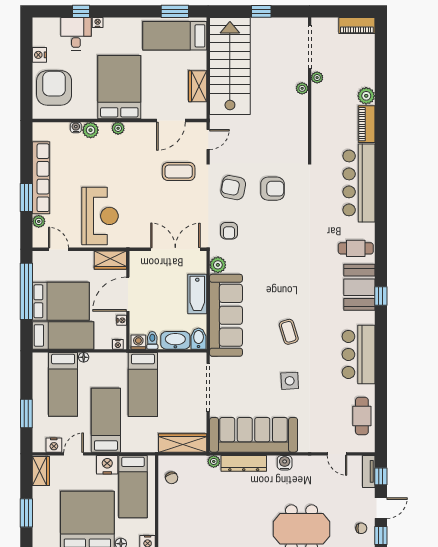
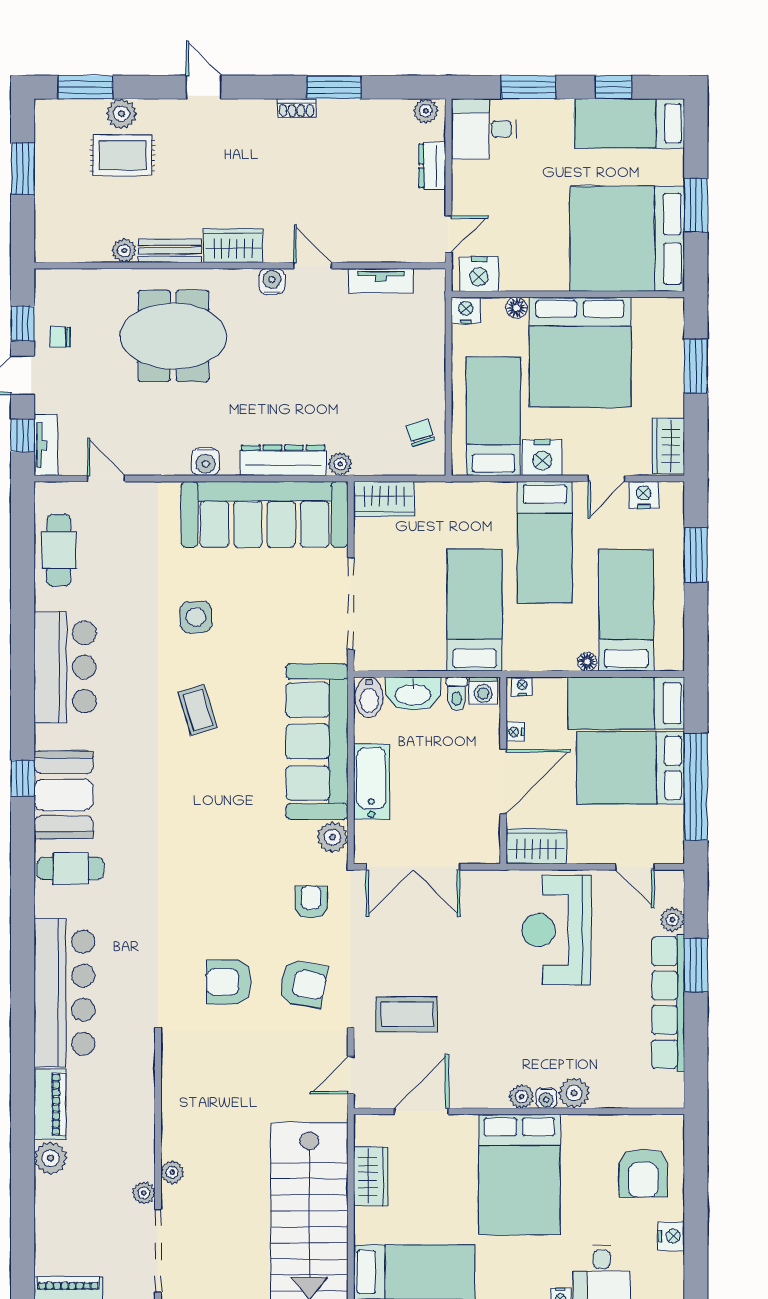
armchair: (54, 88) -> (643, 1173), width x0.73, depth x0.73
water cooler: (76, 127) -> (546, 1098), moved
wardrobe: (183, 443) -> (384, 499), width x0.67

